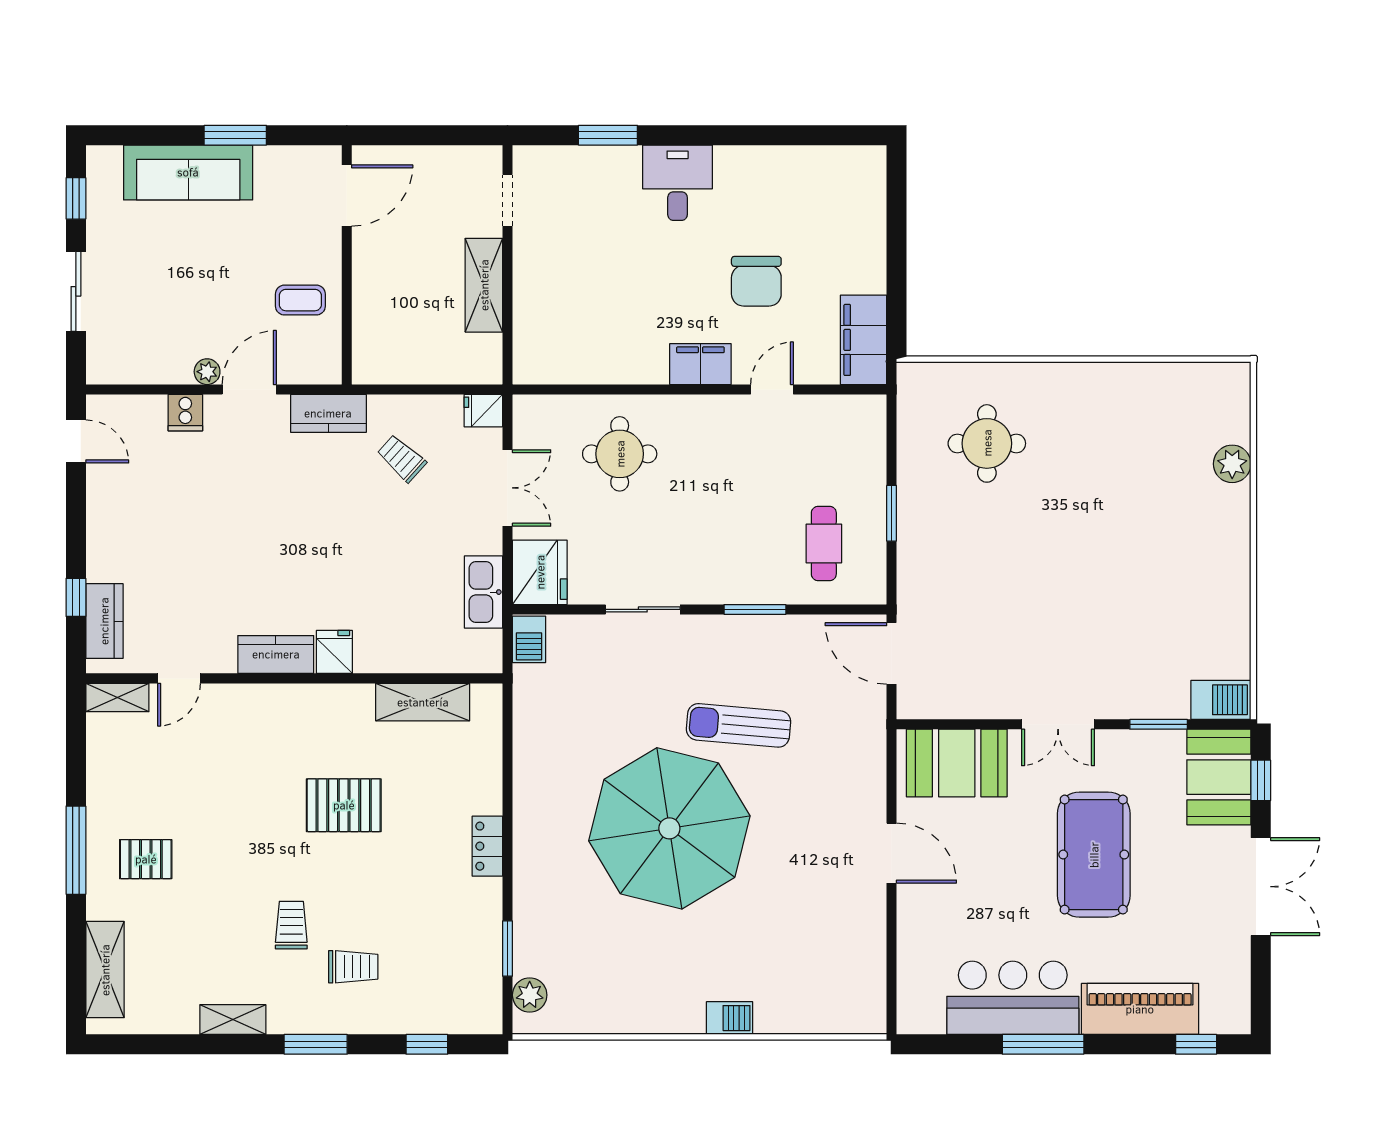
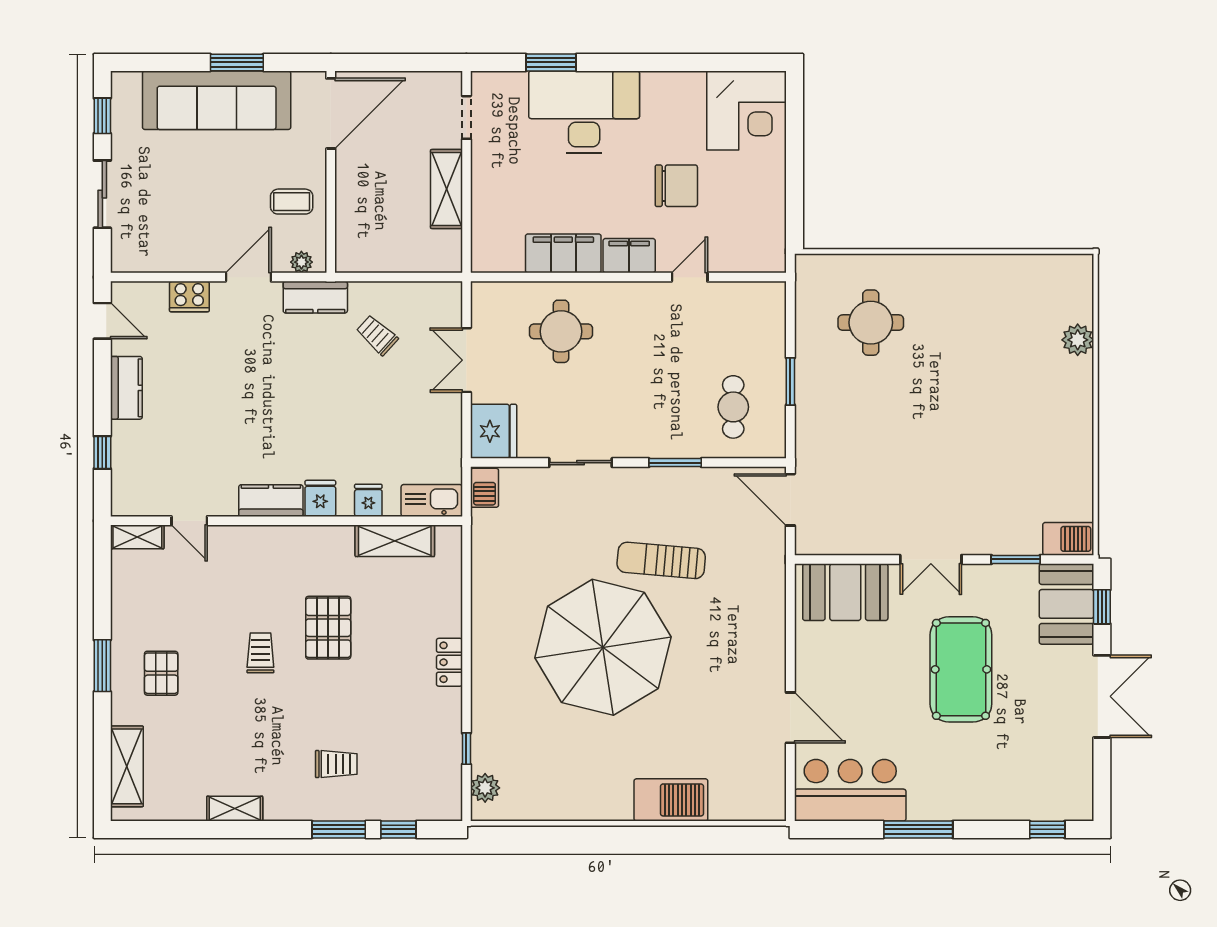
sofa: (188, 172) -> (217, 100), width x1.36, depth x1.27
desk: (678, 183) -> (584, 112), width x1.87, depth x1.30
corner desk: (840, 192) -> (747, 110), added
door: (347, 196) -> (331, 113), width x1.36
chair: (756, 281) -> (676, 186), turned -90
filing cabinet: (863, 340) -> (563, 253), moved, turned 90
plant: (207, 372) -> (301, 262), moved
fridge: (483, 411) -> (368, 500), moved, turned 90
cooker: (185, 413) -> (189, 297), width x1.36
double door: (508, 488) -> (466, 360), swing flipped
kitchen sink: (484, 592) -> (432, 500), moved, turned 90
kitchen counter: (104, 621) -> (126, 388), moved
door: (179, 678) -> (189, 521), hinge flipped
pallet: (344, 805) -> (328, 628), turned 90
window: (76, 850) -> (102, 666), width x0.69
door: (892, 853) -> (790, 718), moved
pallet: (146, 859) -> (161, 673), turned 90
trolley: (291, 925) -> (260, 653), moved
window: (508, 949) -> (466, 749), width x0.67
bar counter: (1013, 998) -> (850, 790), moved
piano: (1140, 1009) -> (1000, 800), removed
barbecue: (730, 1018) -> (671, 800), width x1.88, depth x1.53
window: (316, 1044) -> (339, 829), moved

